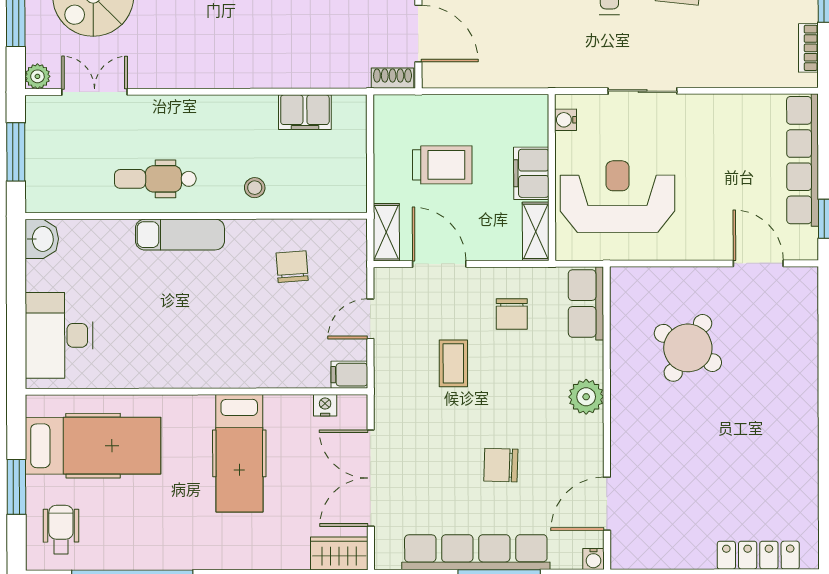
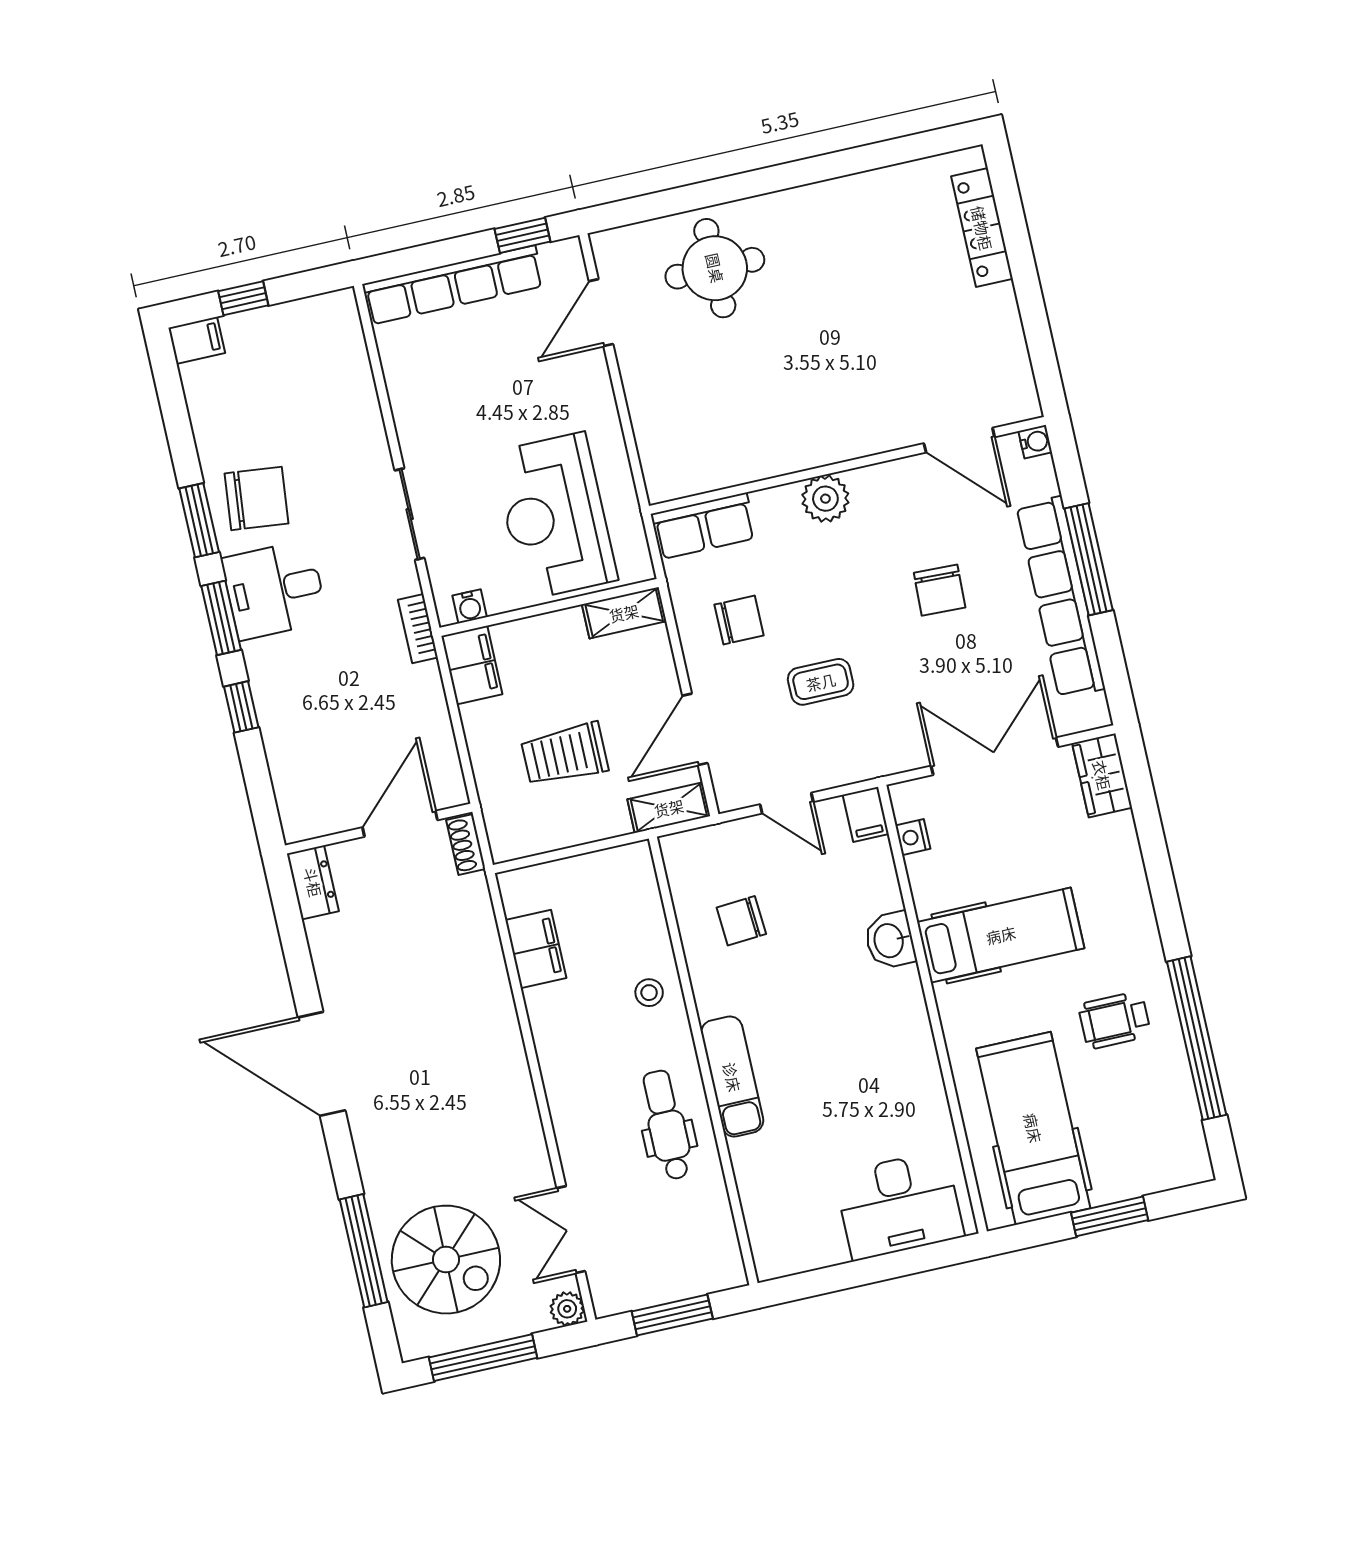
bookcase: (808, 48) -> (418, 629), moved, turned 90
trolley: (442, 165) -> (565, 754), turned -90
filing cabinet: (531, 173) -> (472, 665), moved, turned -90
dental chair: (155, 179) -> (667, 1125), turned 180
washbasin: (42, 239) -> (890, 940), moved, turned -90
round table: (688, 348) -> (715, 268), moved, turned -31
double door: (371, 478) -> (995, 756), swing flipped
wheelchair: (61, 530) -> (1115, 1020), moved

